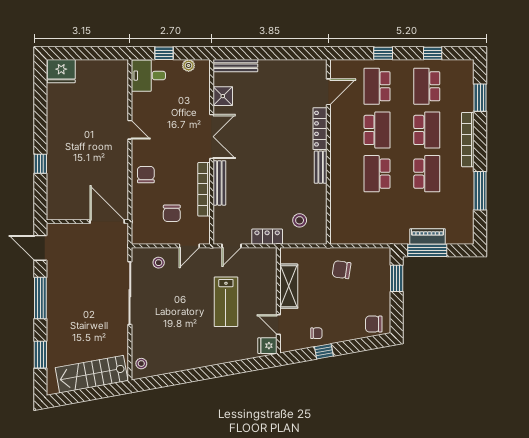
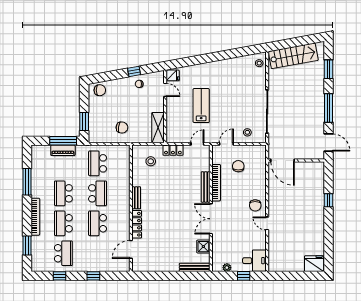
school desk: (377, 86) -> (98, 163), moved, turned 180
chair: (146, 175) -> (255, 205), moved
shelving: (289, 286) -> (158, 128), moved

